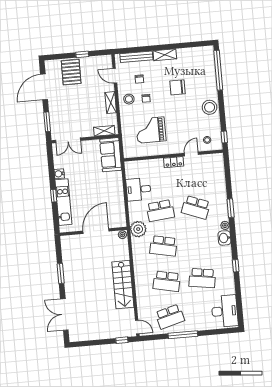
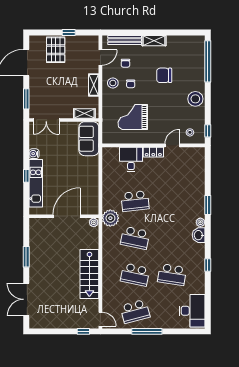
door: (115, 76) -> (100, 58), swing flipped
desk: (138, 189) -> (131, 159), moved, turned 90
school desk: (196, 207) -> (172, 201), removed

